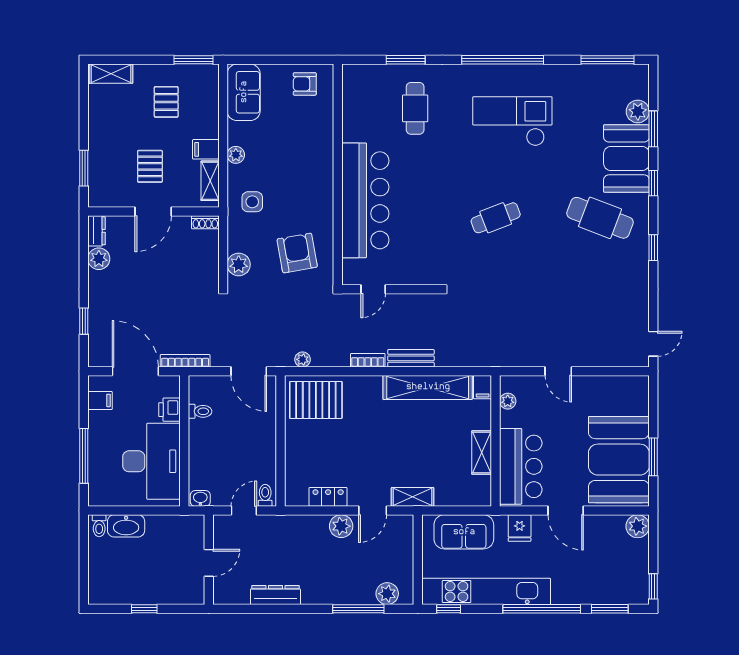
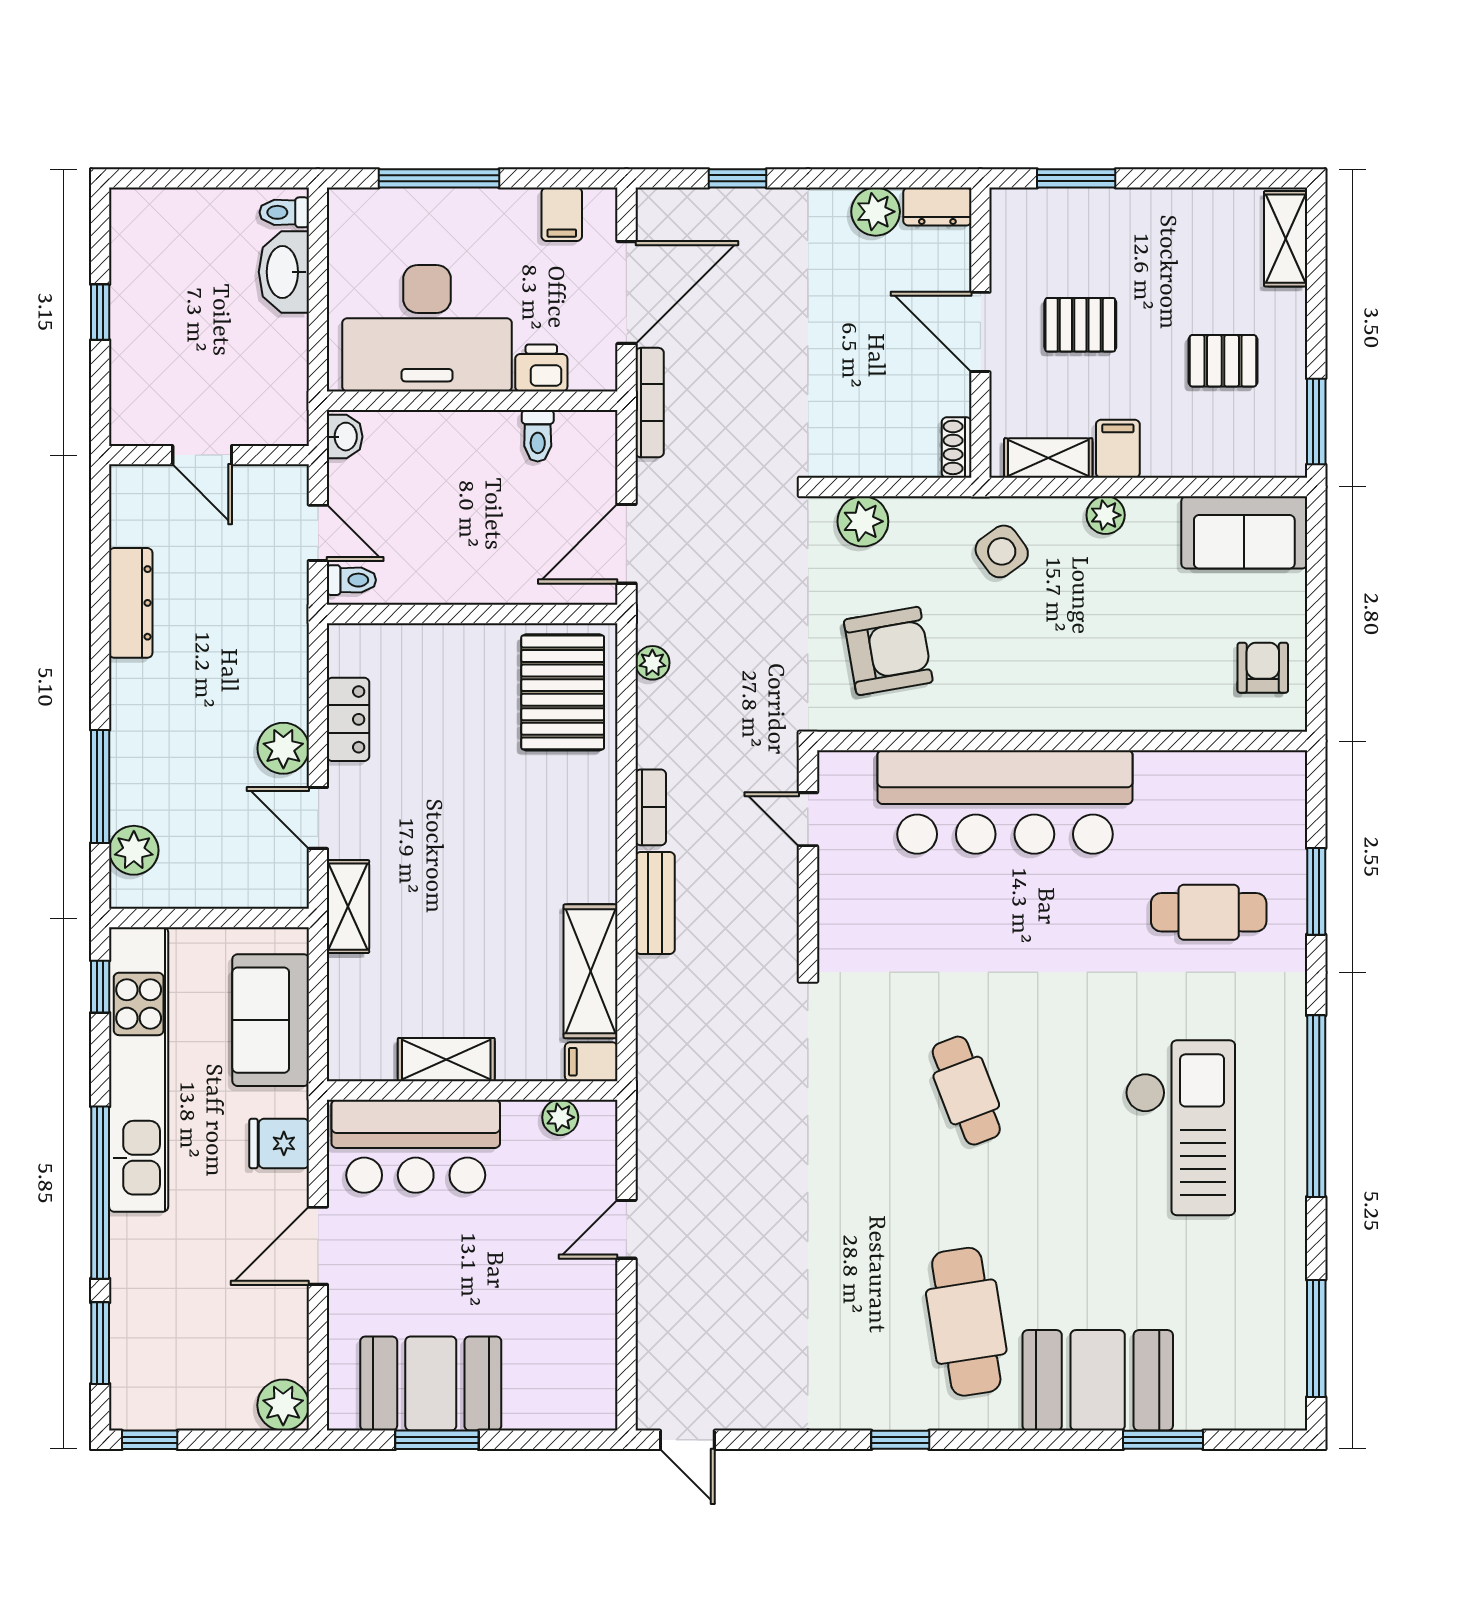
plant: (638, 111) -> (1202, 1405), removed
window: (653, 183) -> (1043, 1440), removed
side table: (252, 202) -> (1002, 551), turned -36
cafe table: (600, 218) -> (966, 1322), turned -30
shelving: (428, 387) -> (591, 971), width x0.68
booth: (619, 460) -> (431, 1384), width x0.73, depth x0.70

